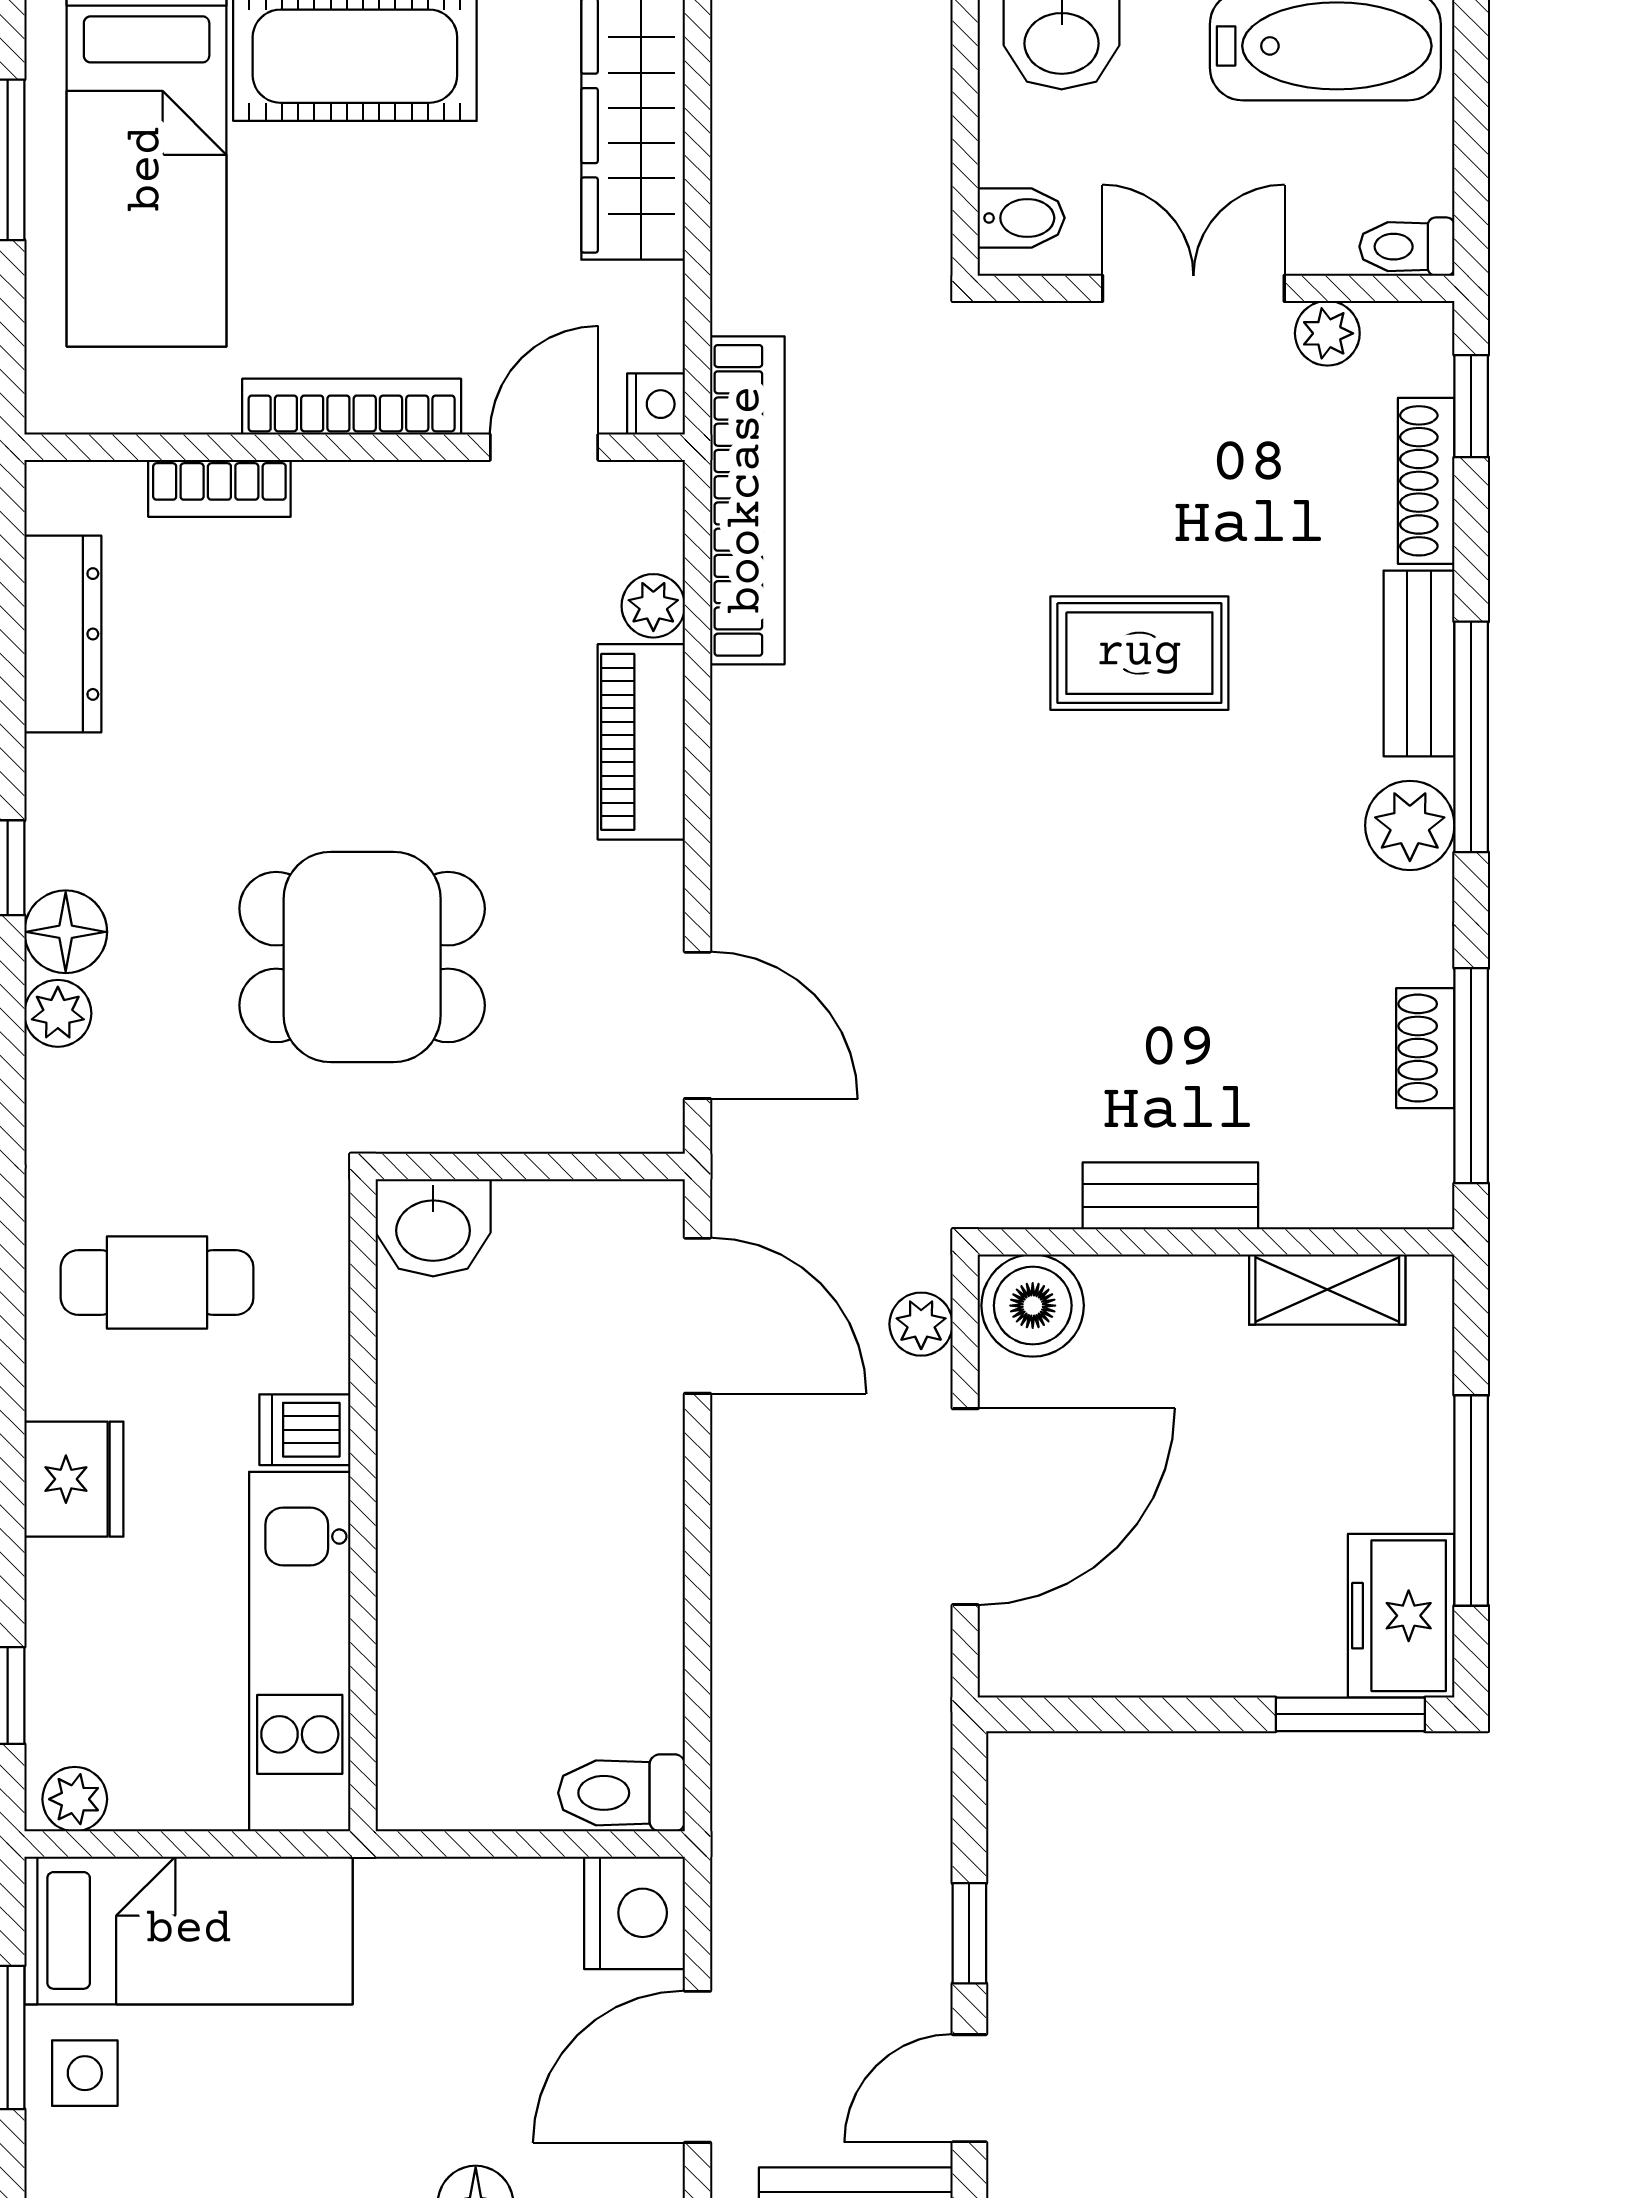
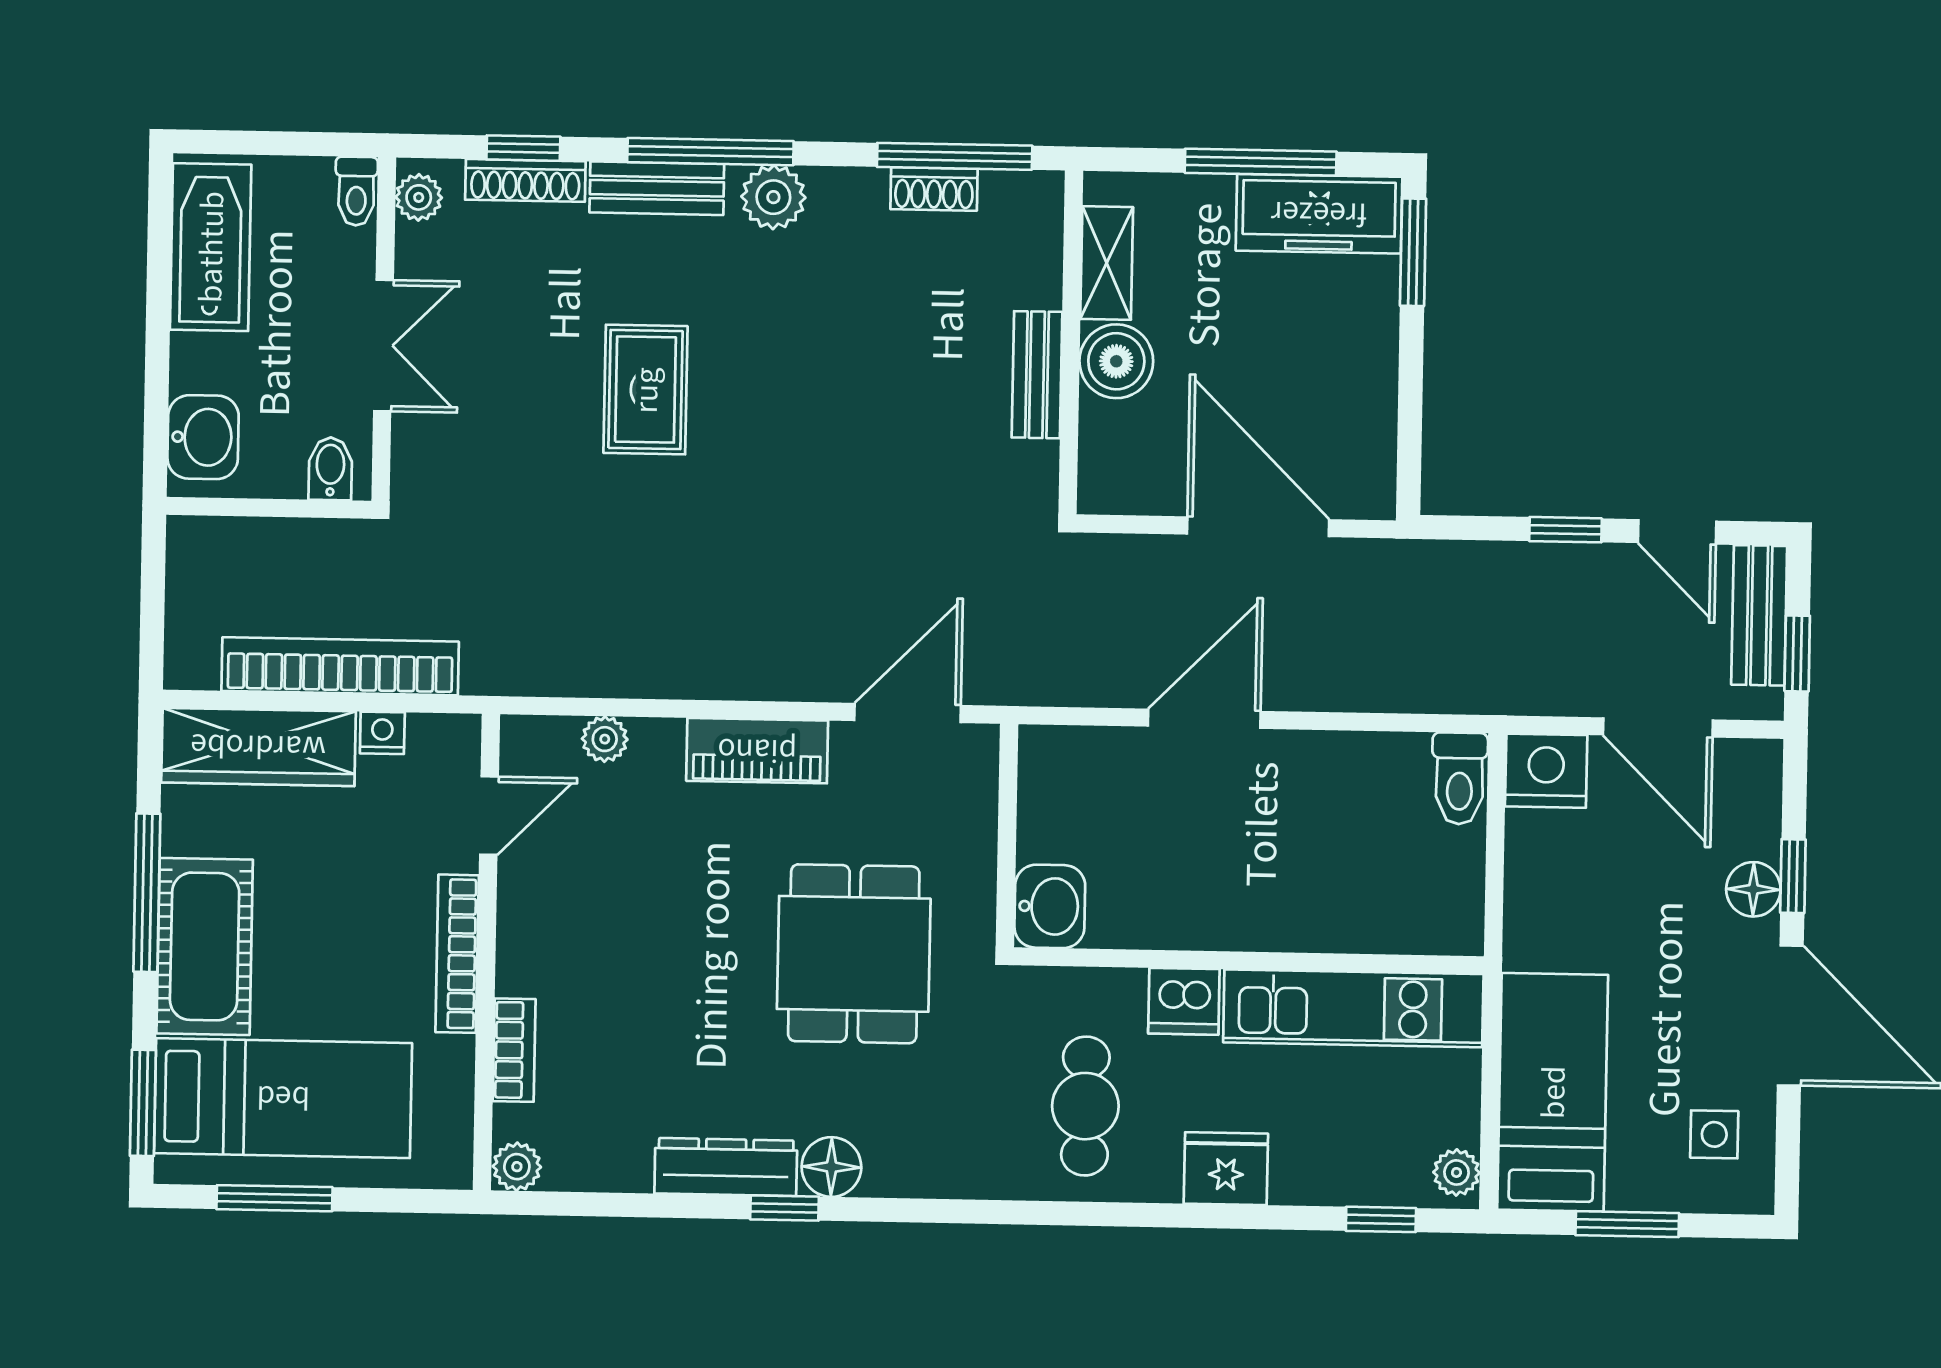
double door: (1193, 288) -> (383, 346), swing flipped
plant: (1327, 333) -> (419, 197), moved
nightstand: (656, 404) -> (382, 733), moved
window: (1471, 406) -> (523, 148), moved
door: (544, 447) -> (489, 816), swing flipped
bookcase: (747, 500) -> (340, 666), moved
dresser: (63, 634) -> (726, 1167), moved
piano: (641, 742) -> (757, 751), moved
plant: (58, 1013) -> (517, 1167), moved
boiler: (1033, 1306) -> (1116, 361), moved
door: (698, 1316) -> (1204, 719), moved
plant: (921, 1324) -> (1126, 556), removed
dishwasher: (305, 1430) -> (1184, 1001), width x1.38
freezer: (1401, 1616) -> (1319, 214), width x1.40
side table: (85, 2073) -> (1714, 1134), moved

